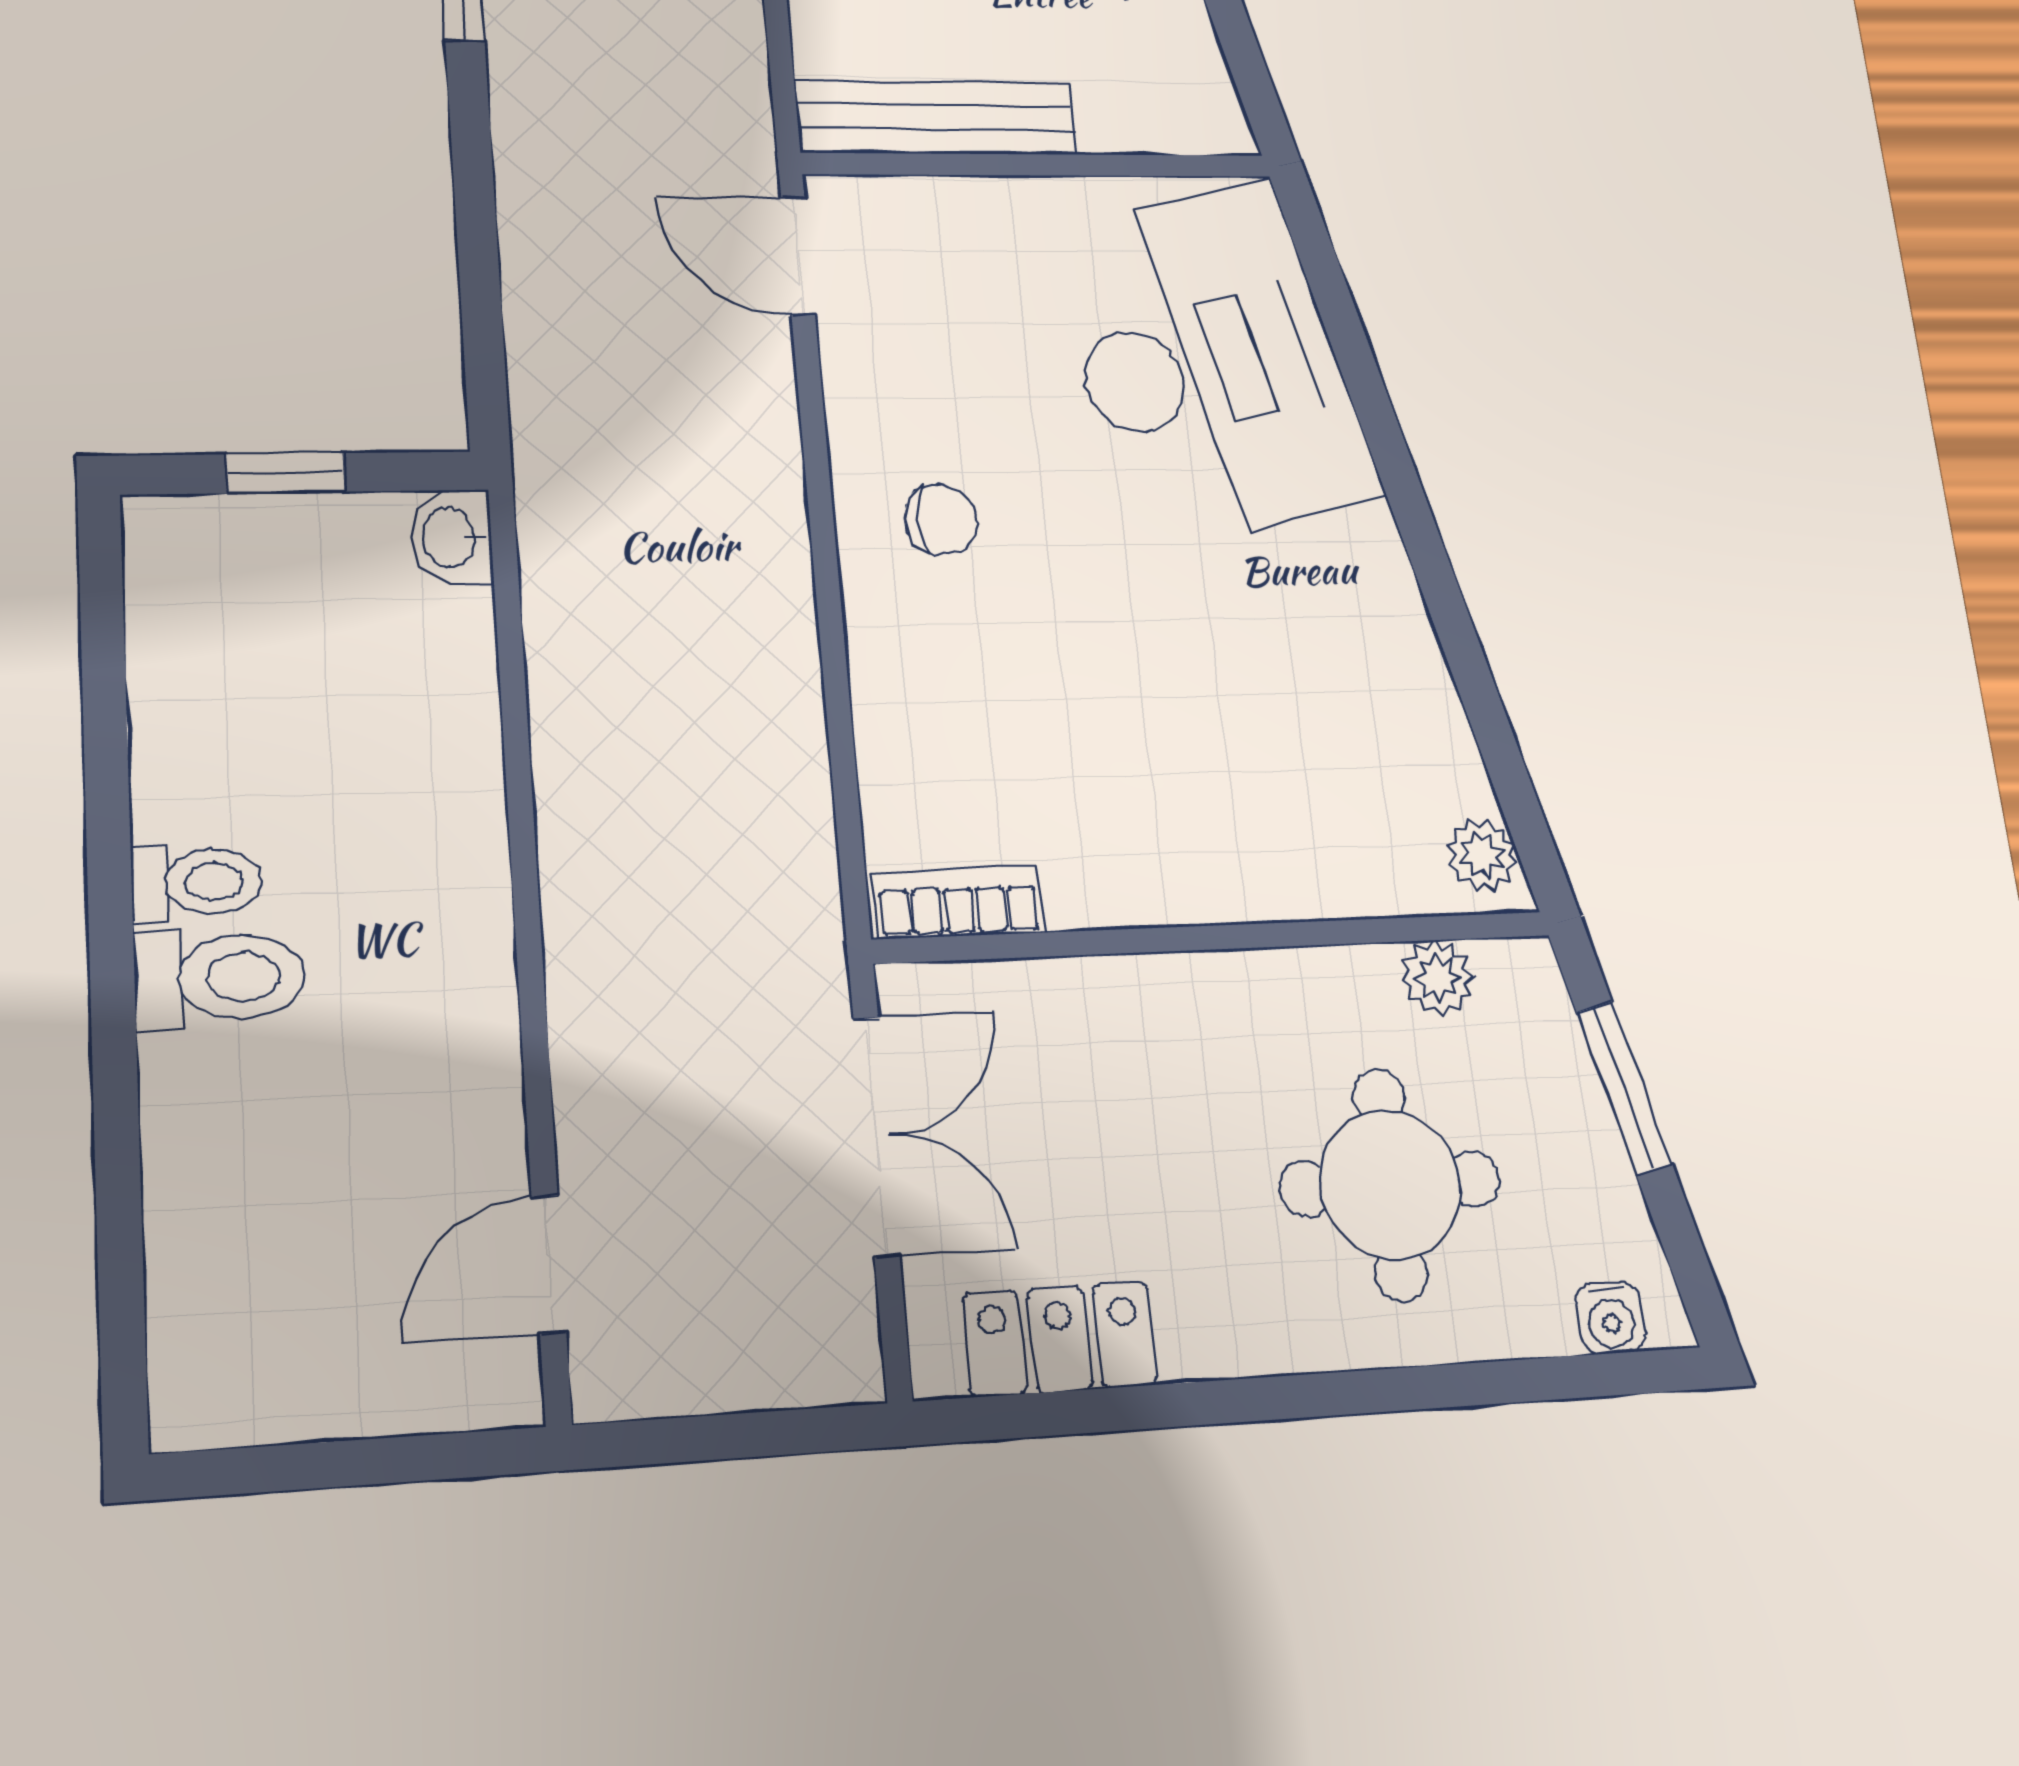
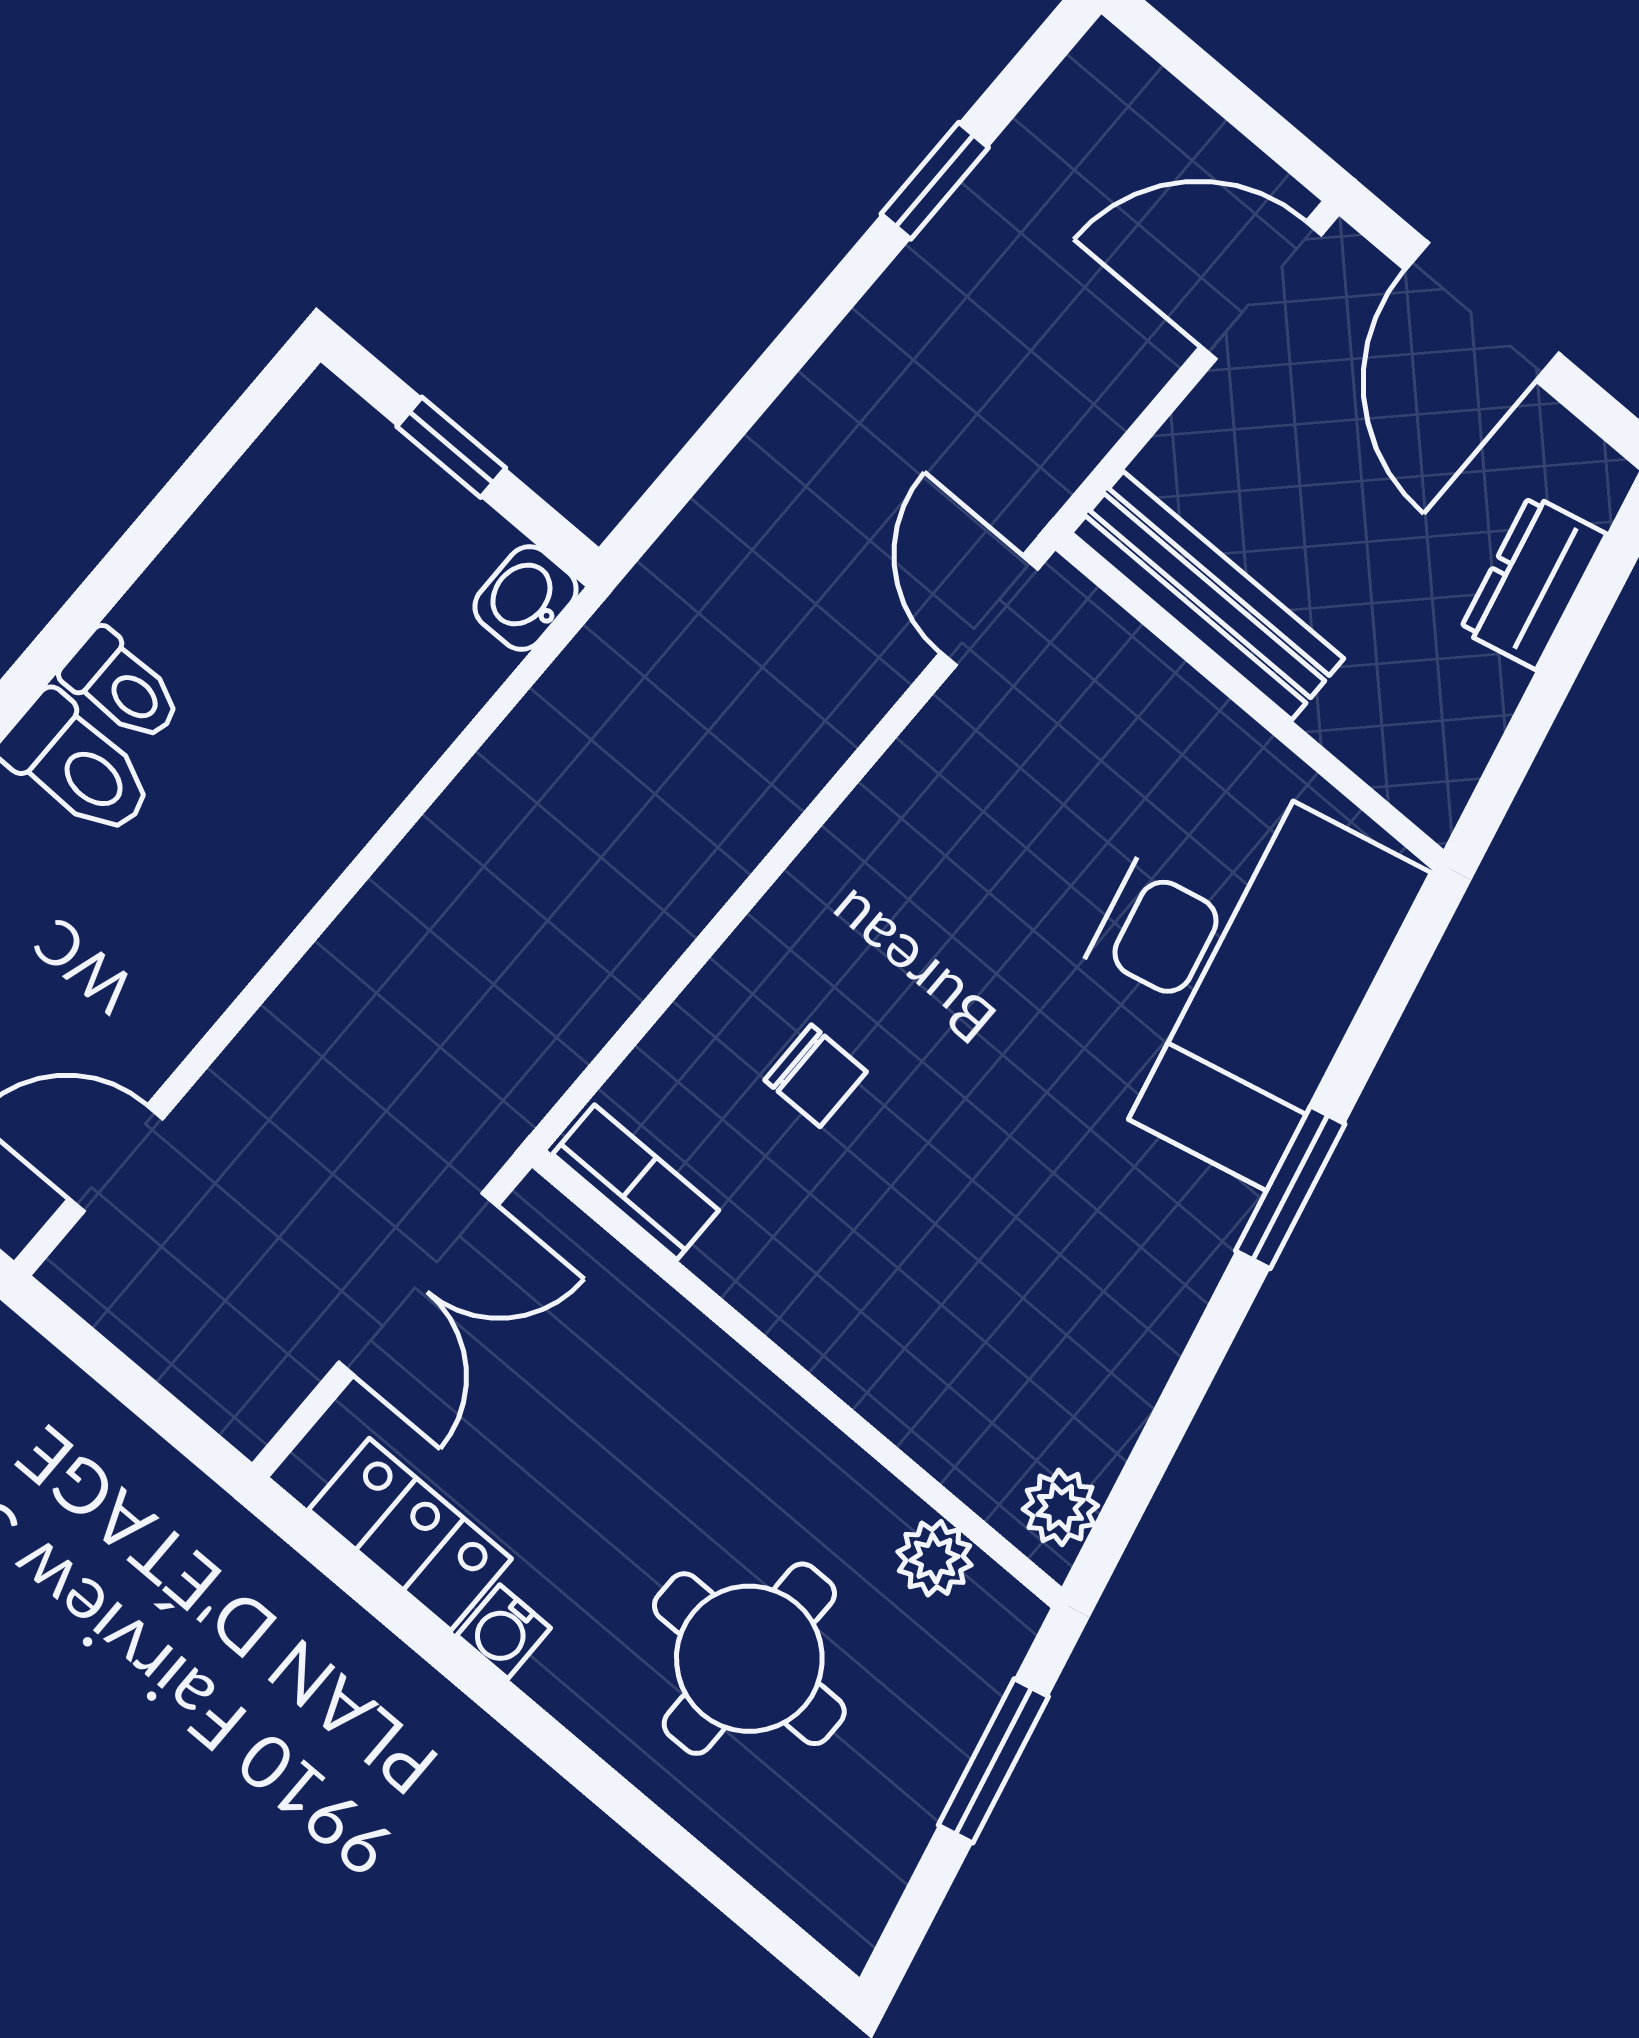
window: (1400, 480) -> (1290, 1187), added
chair: (941, 520) -> (816, 1076), moved
water cooler: (1611, 1318) -> (504, 1632), moved

